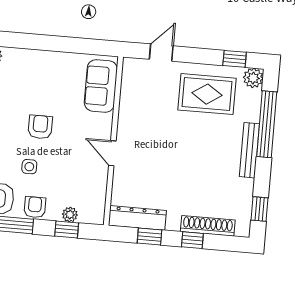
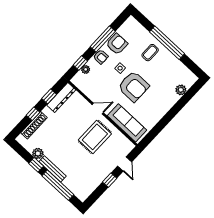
window: (235, 59) -> (110, 180), moved
plant: (253, 78) -> (38, 153), moved
sofa: (101, 86) -> (127, 123), width x1.36
rug: (207, 94) -> (95, 137), moved
armchair: (40, 127) -> (134, 86), width x1.88, depth x1.88
window: (259, 209) -> (36, 165), moved

